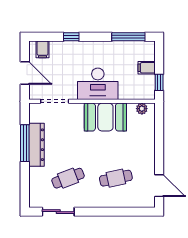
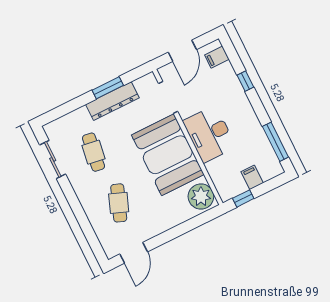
plant: (142, 109) -> (201, 196), width x1.88, depth x1.88
booth: (105, 117) -> (168, 155), width x1.36, depth x1.42
window: (25, 143) -> (108, 88), width x0.69
cafe table: (68, 178) -> (93, 152), turned 30
cafe table: (116, 178) -> (119, 203), turned 33

